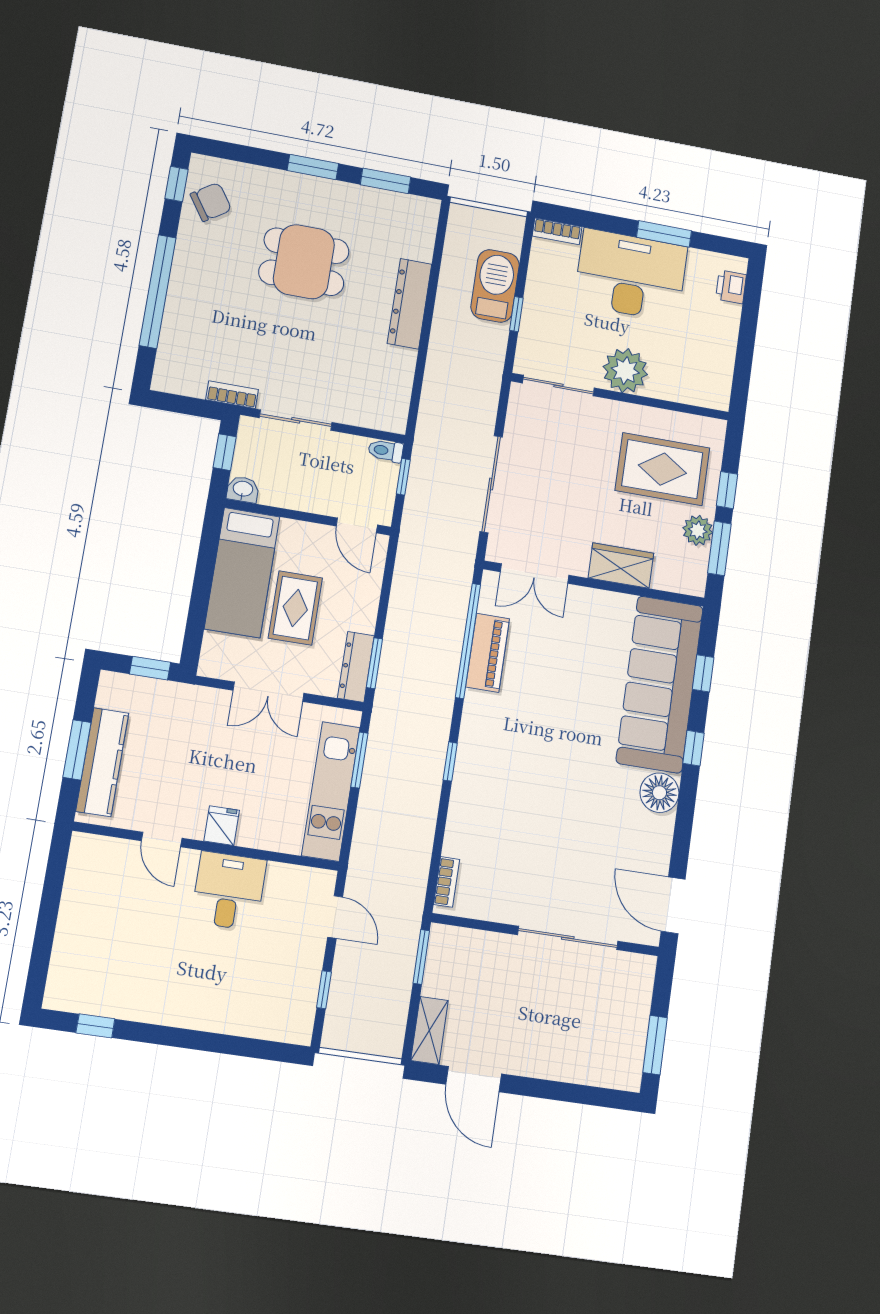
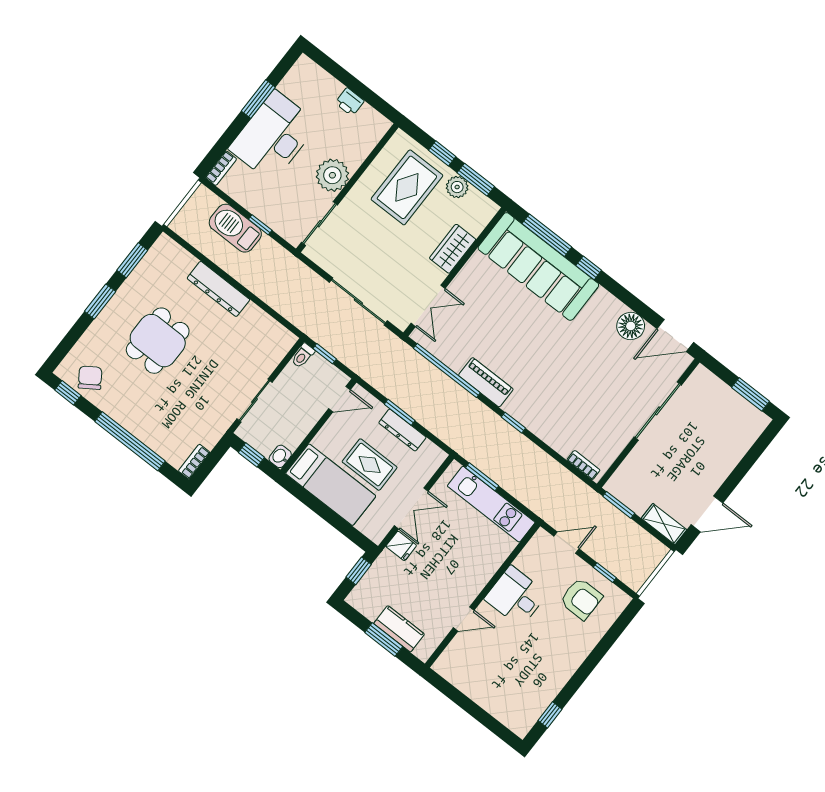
printer: (731, 287) -> (350, 102), moved
bookcase: (232, 395) -> (194, 462), moved
piano: (488, 653) -> (486, 382), moved
window: (374, 663) -> (400, 412), moved
dresser: (356, 667) -> (402, 430), moved
window: (703, 673) -> (547, 235), width x2.17
kitchen counter: (102, 762) -> (399, 629), width x0.67
floor lamp: (659, 793) -> (631, 326), moved
fridge: (222, 826) -> (401, 546), moved, turned 180
armchair: (273, 978) -> (581, 599), added

